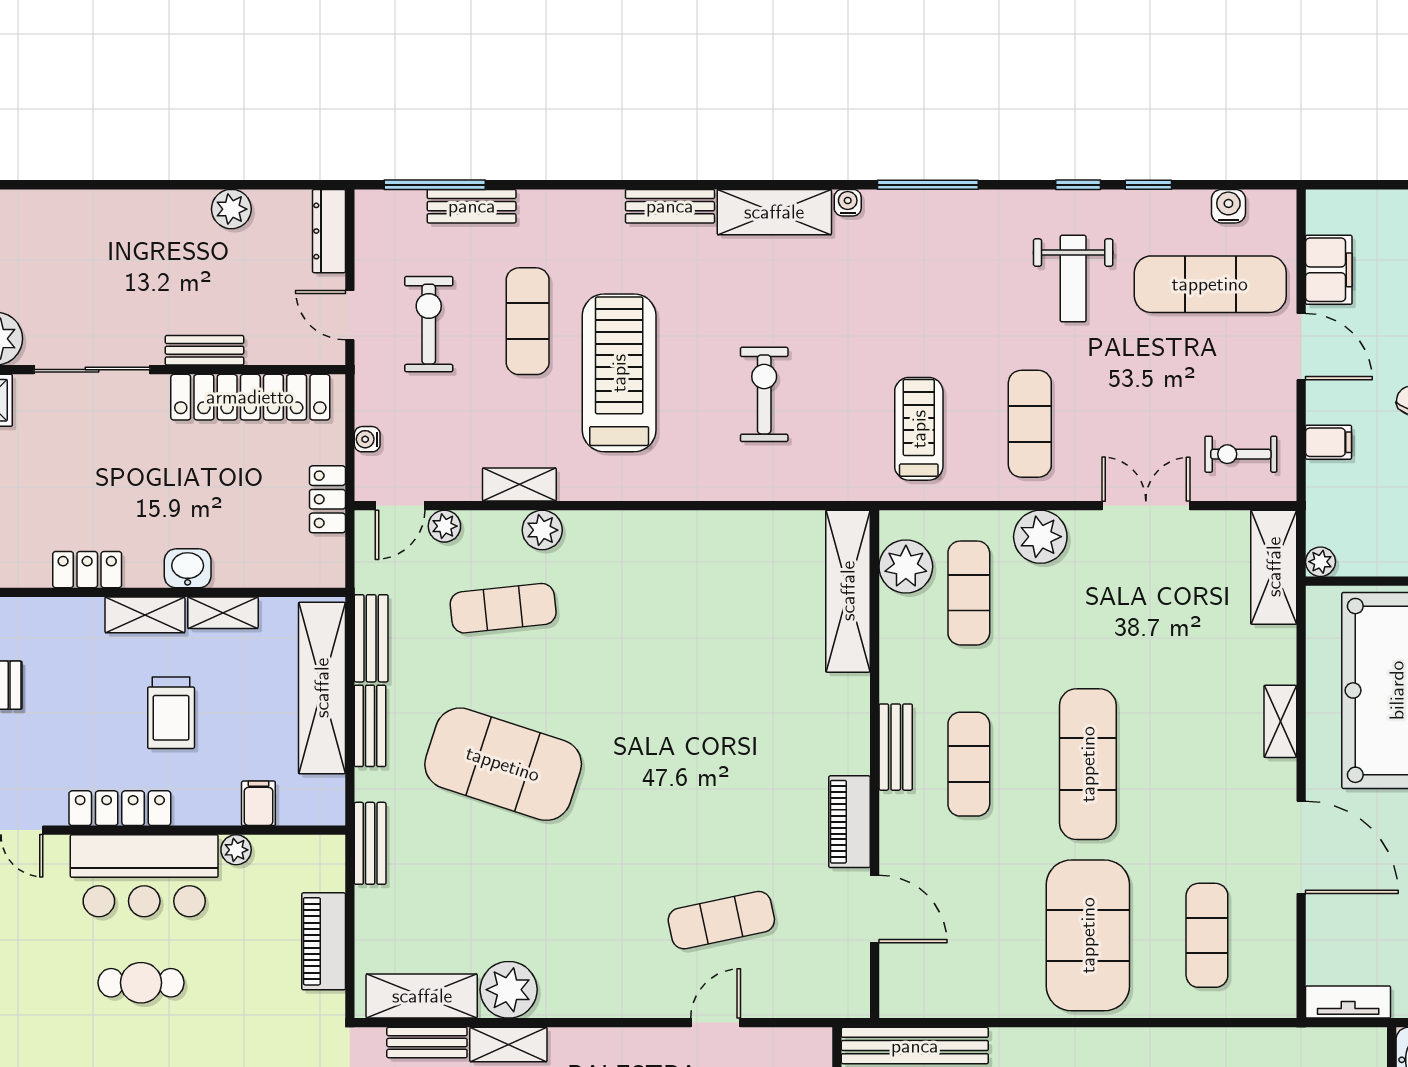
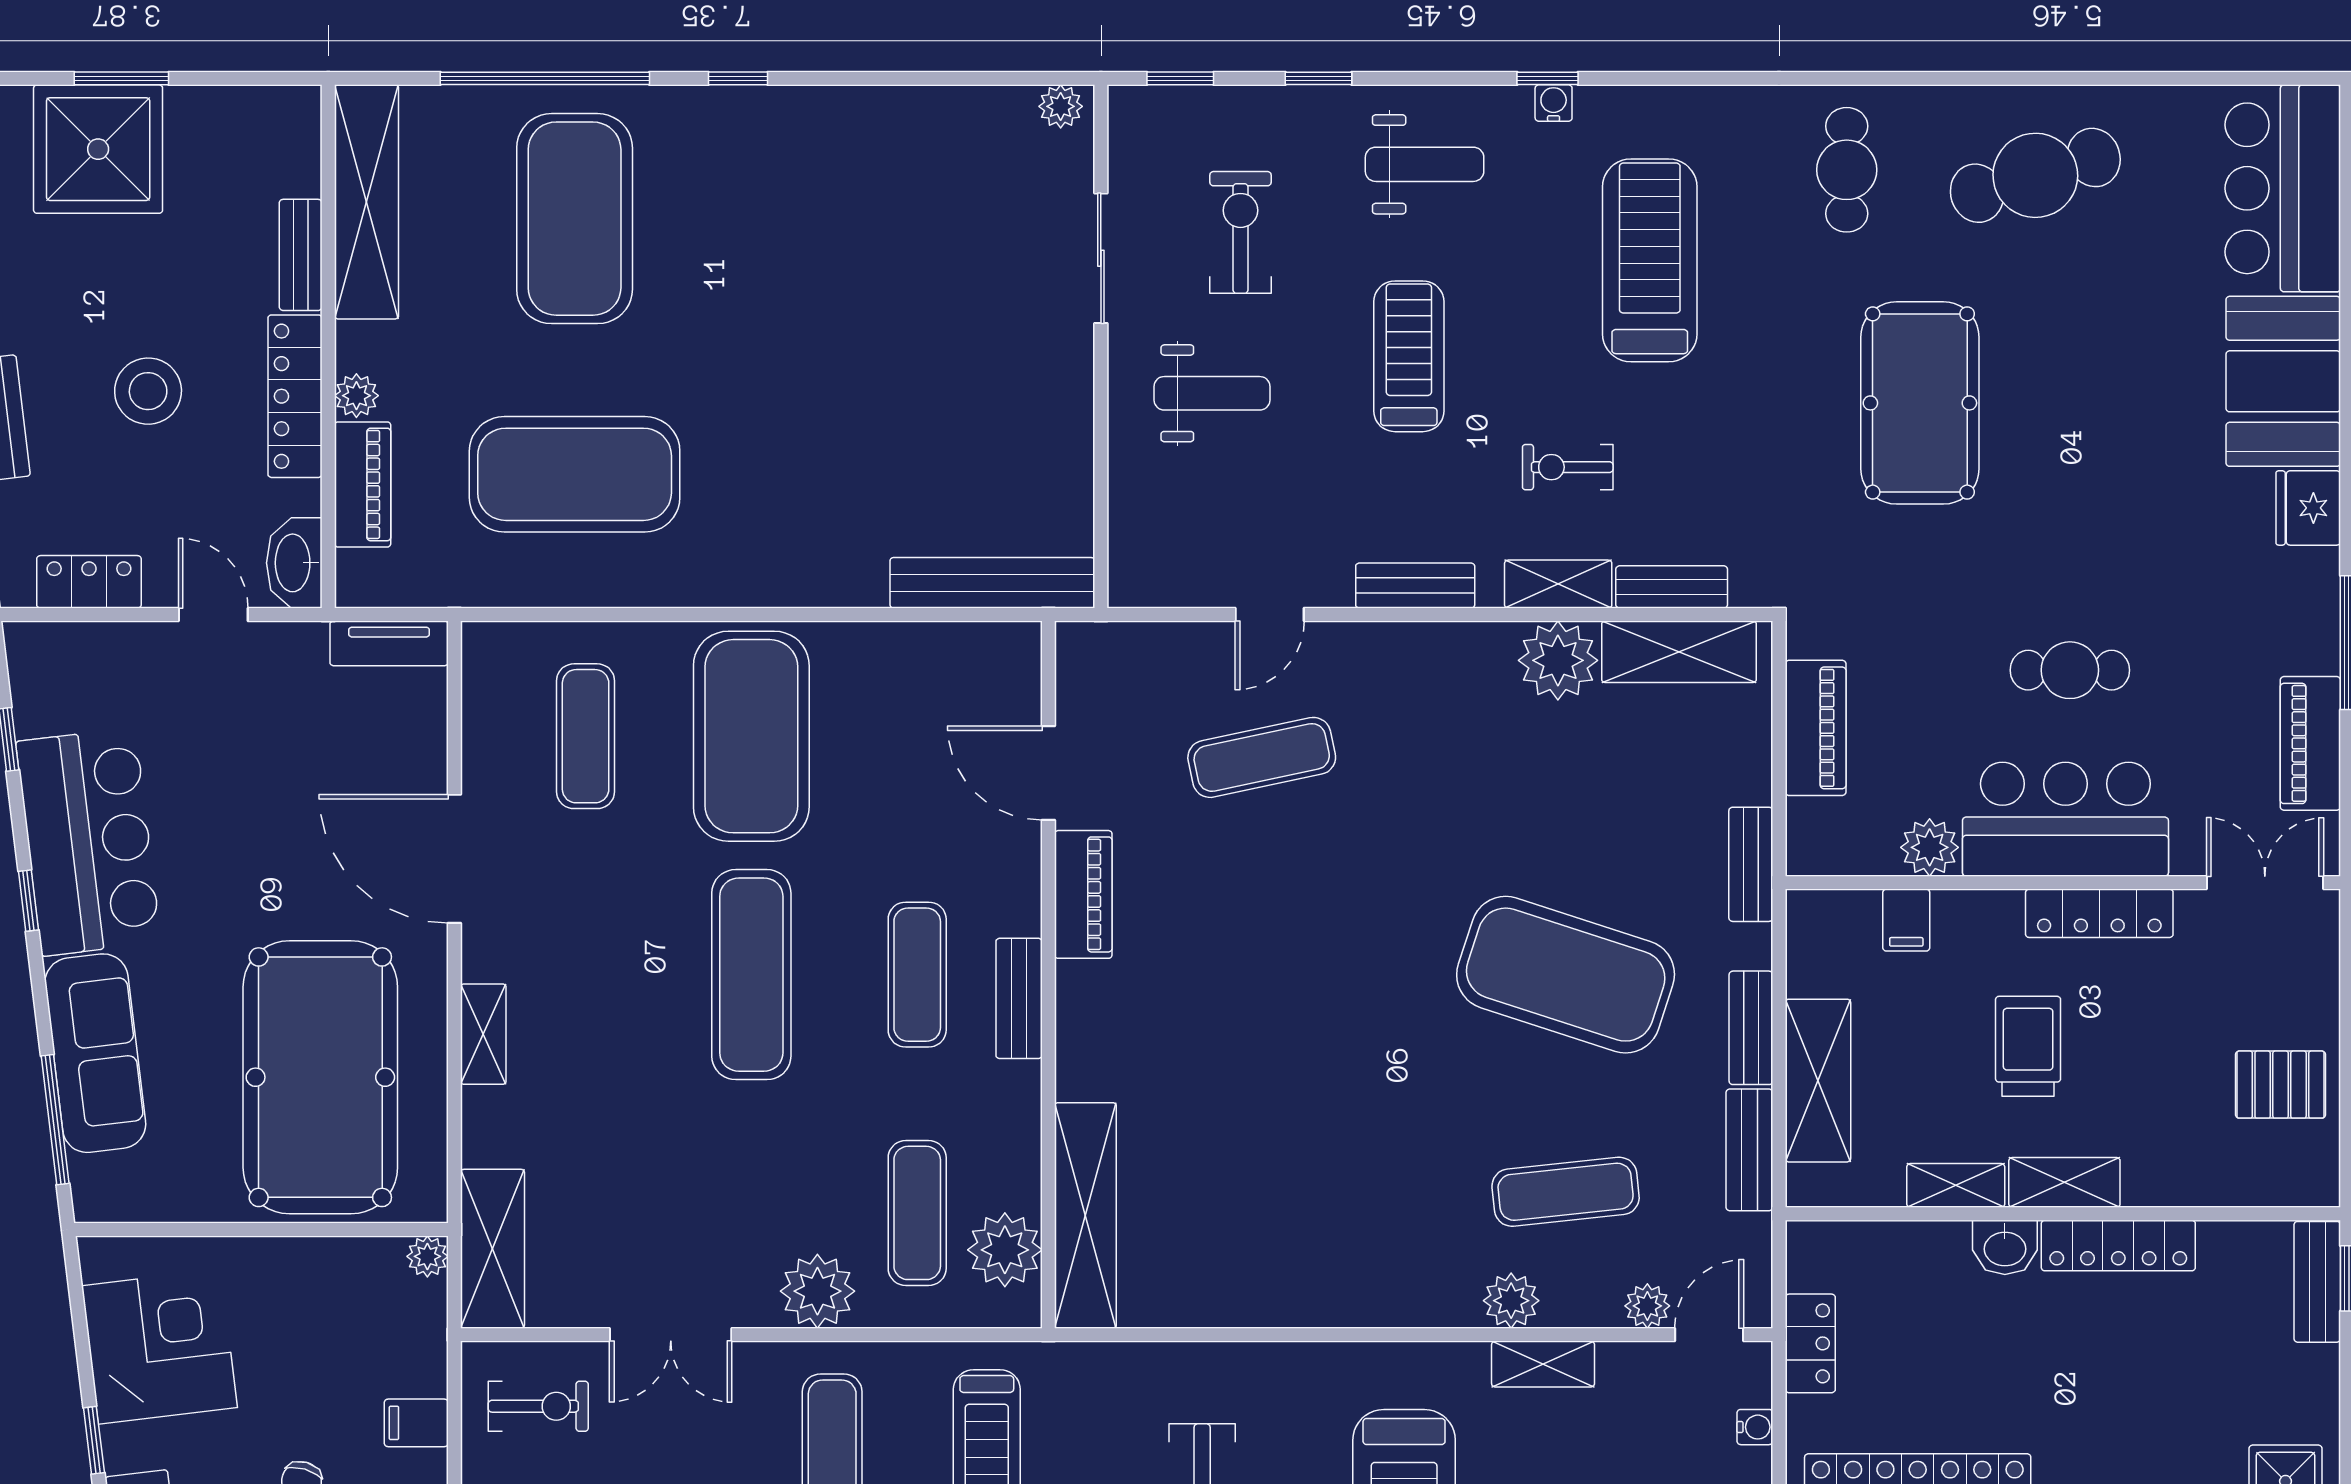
locker: (87, 570) -> (2118, 1246), width x1.53
shelving: (322, 688) -> (1818, 1081), width x0.68
plant: (236, 850) -> (1930, 847), width x1.38, depth x1.38
bench: (611, 1044) -> (1415, 586), added

